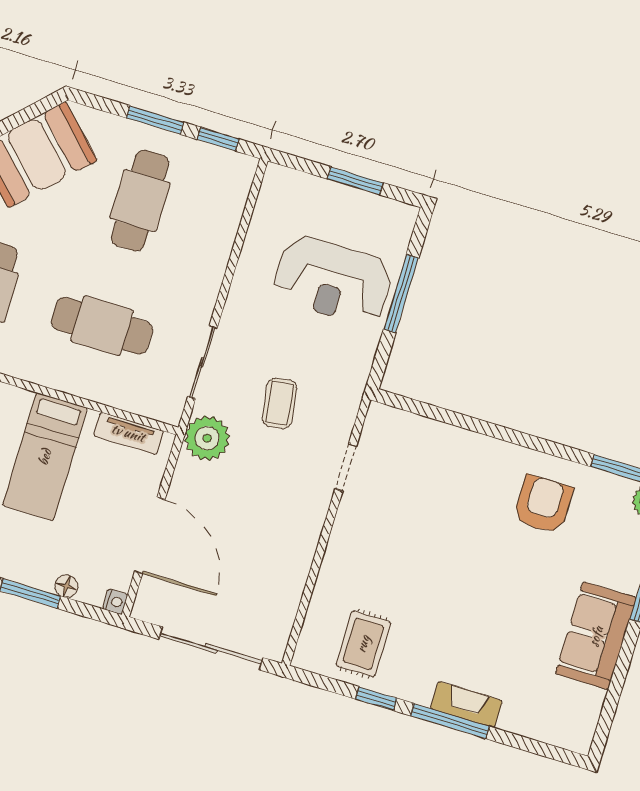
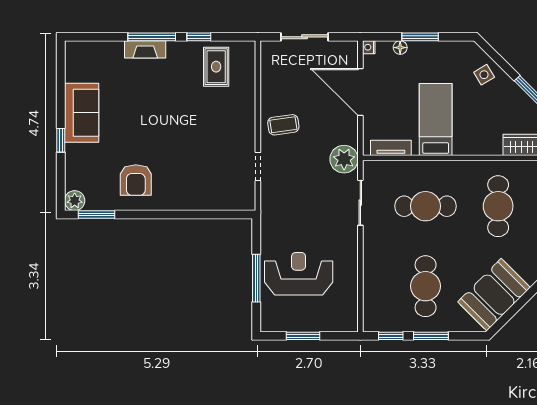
coffee table: (279, 403) -> (283, 125), moved, turned 90
sliding door: (211, 648) -> (304, 37), width x0.73

